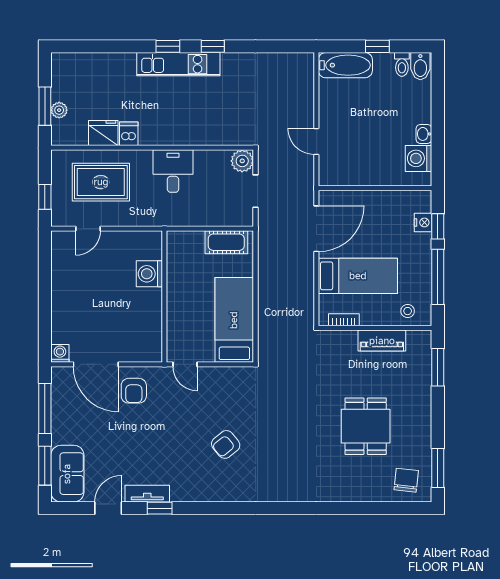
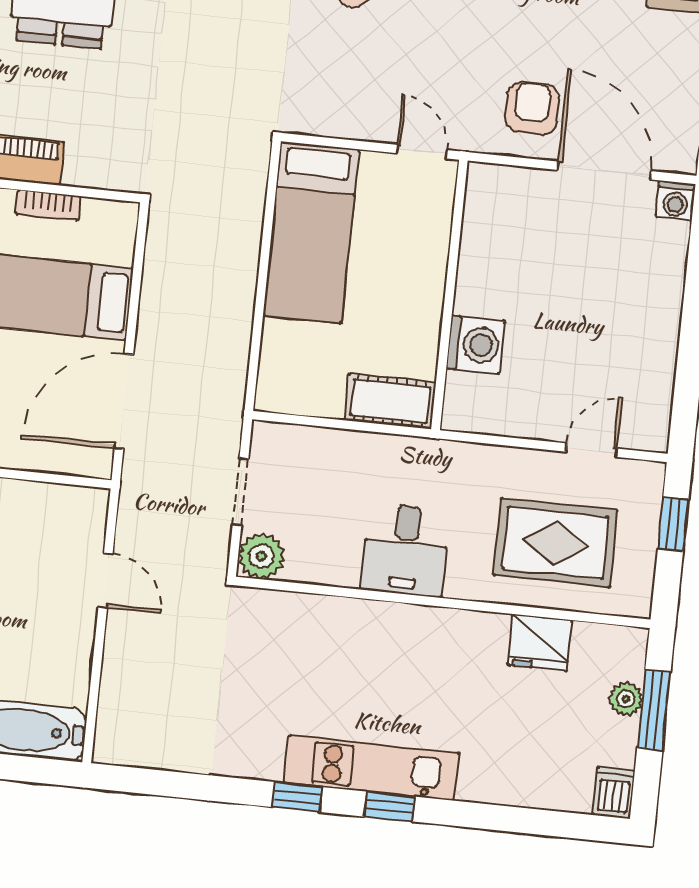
dishwasher: (129, 134) -> (614, 793), moved, turned 180
cot: (226, 242) -> (390, 401), moved
bookcase: (344, 320) -> (48, 205), moved

